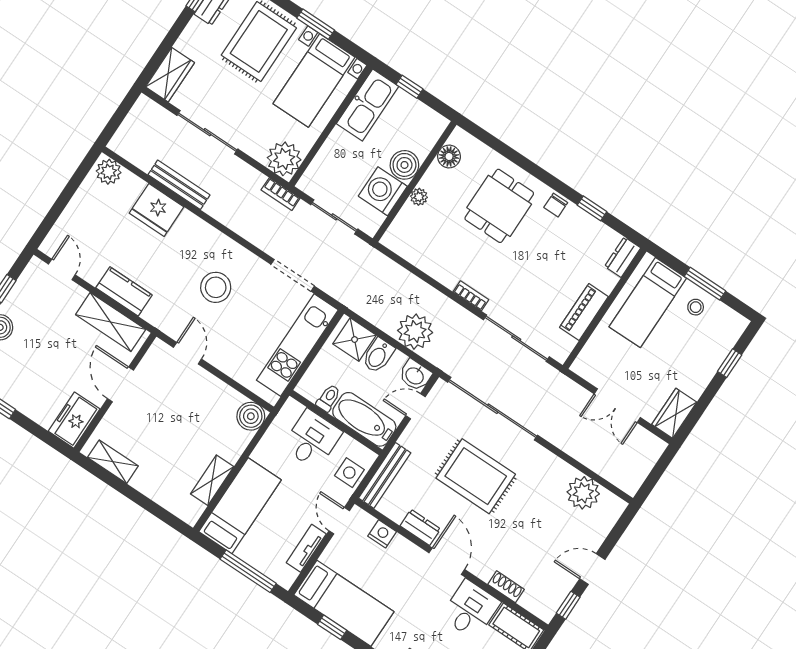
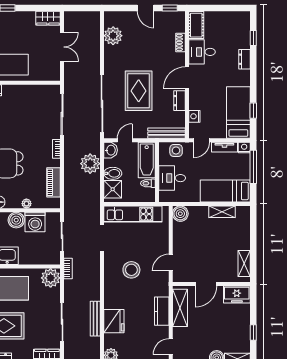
piano: (584, 312) -> (54, 182), moved, turned 90
door: (416, 406) -> (125, 140), swing flipped
nightstand: (286, 577) -> (244, 148), added

